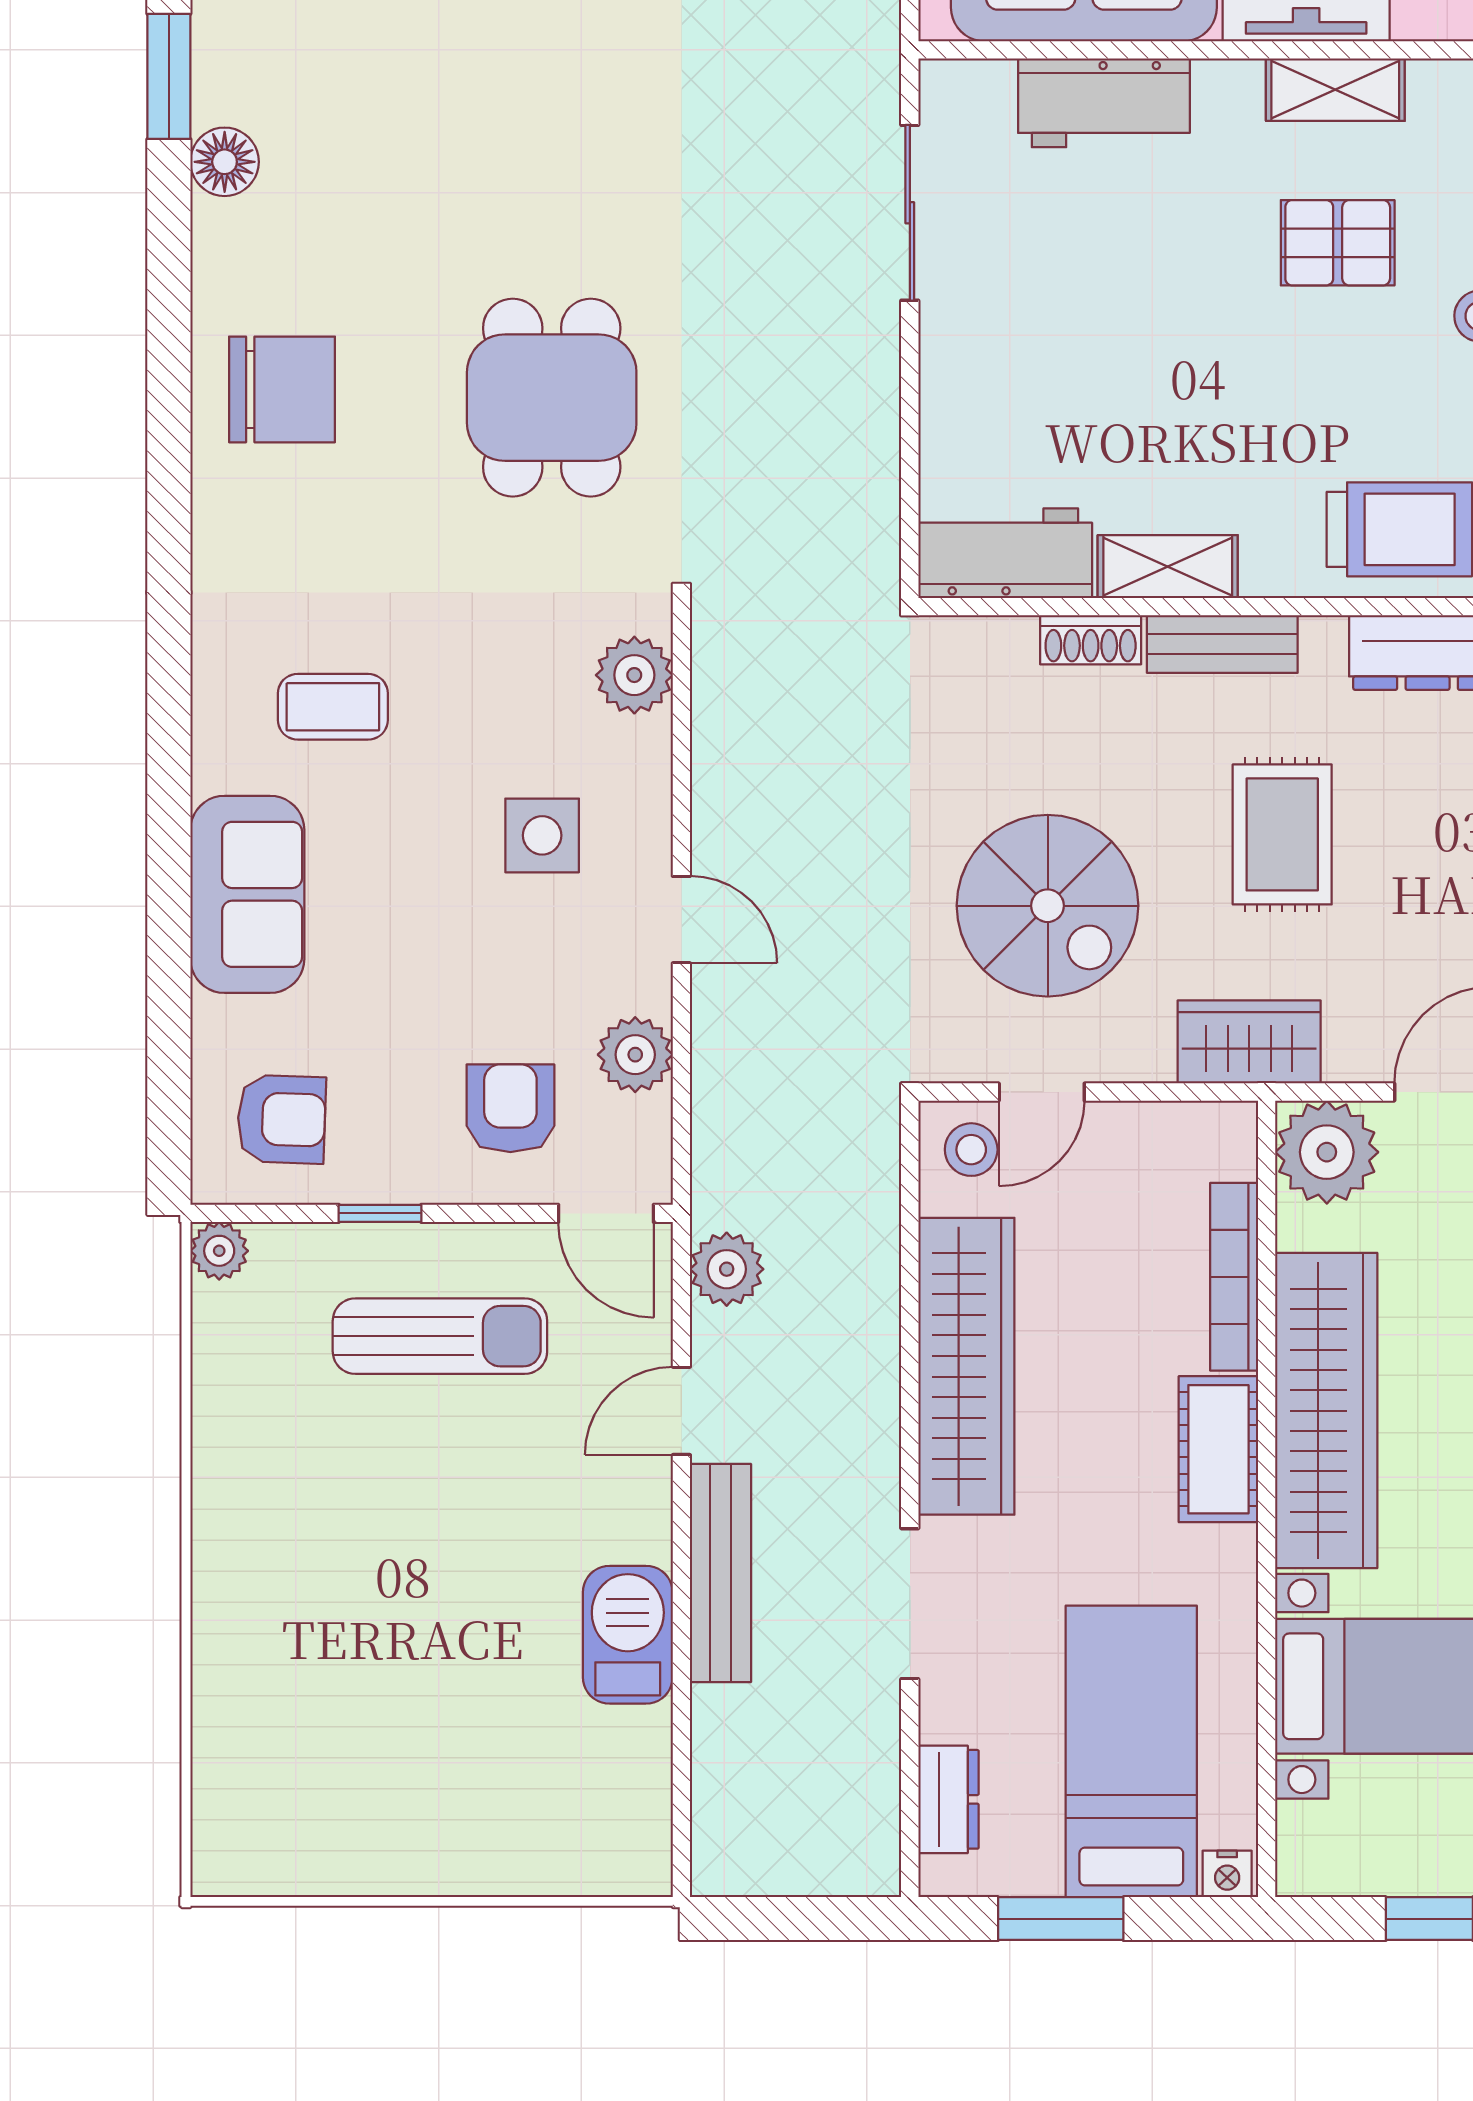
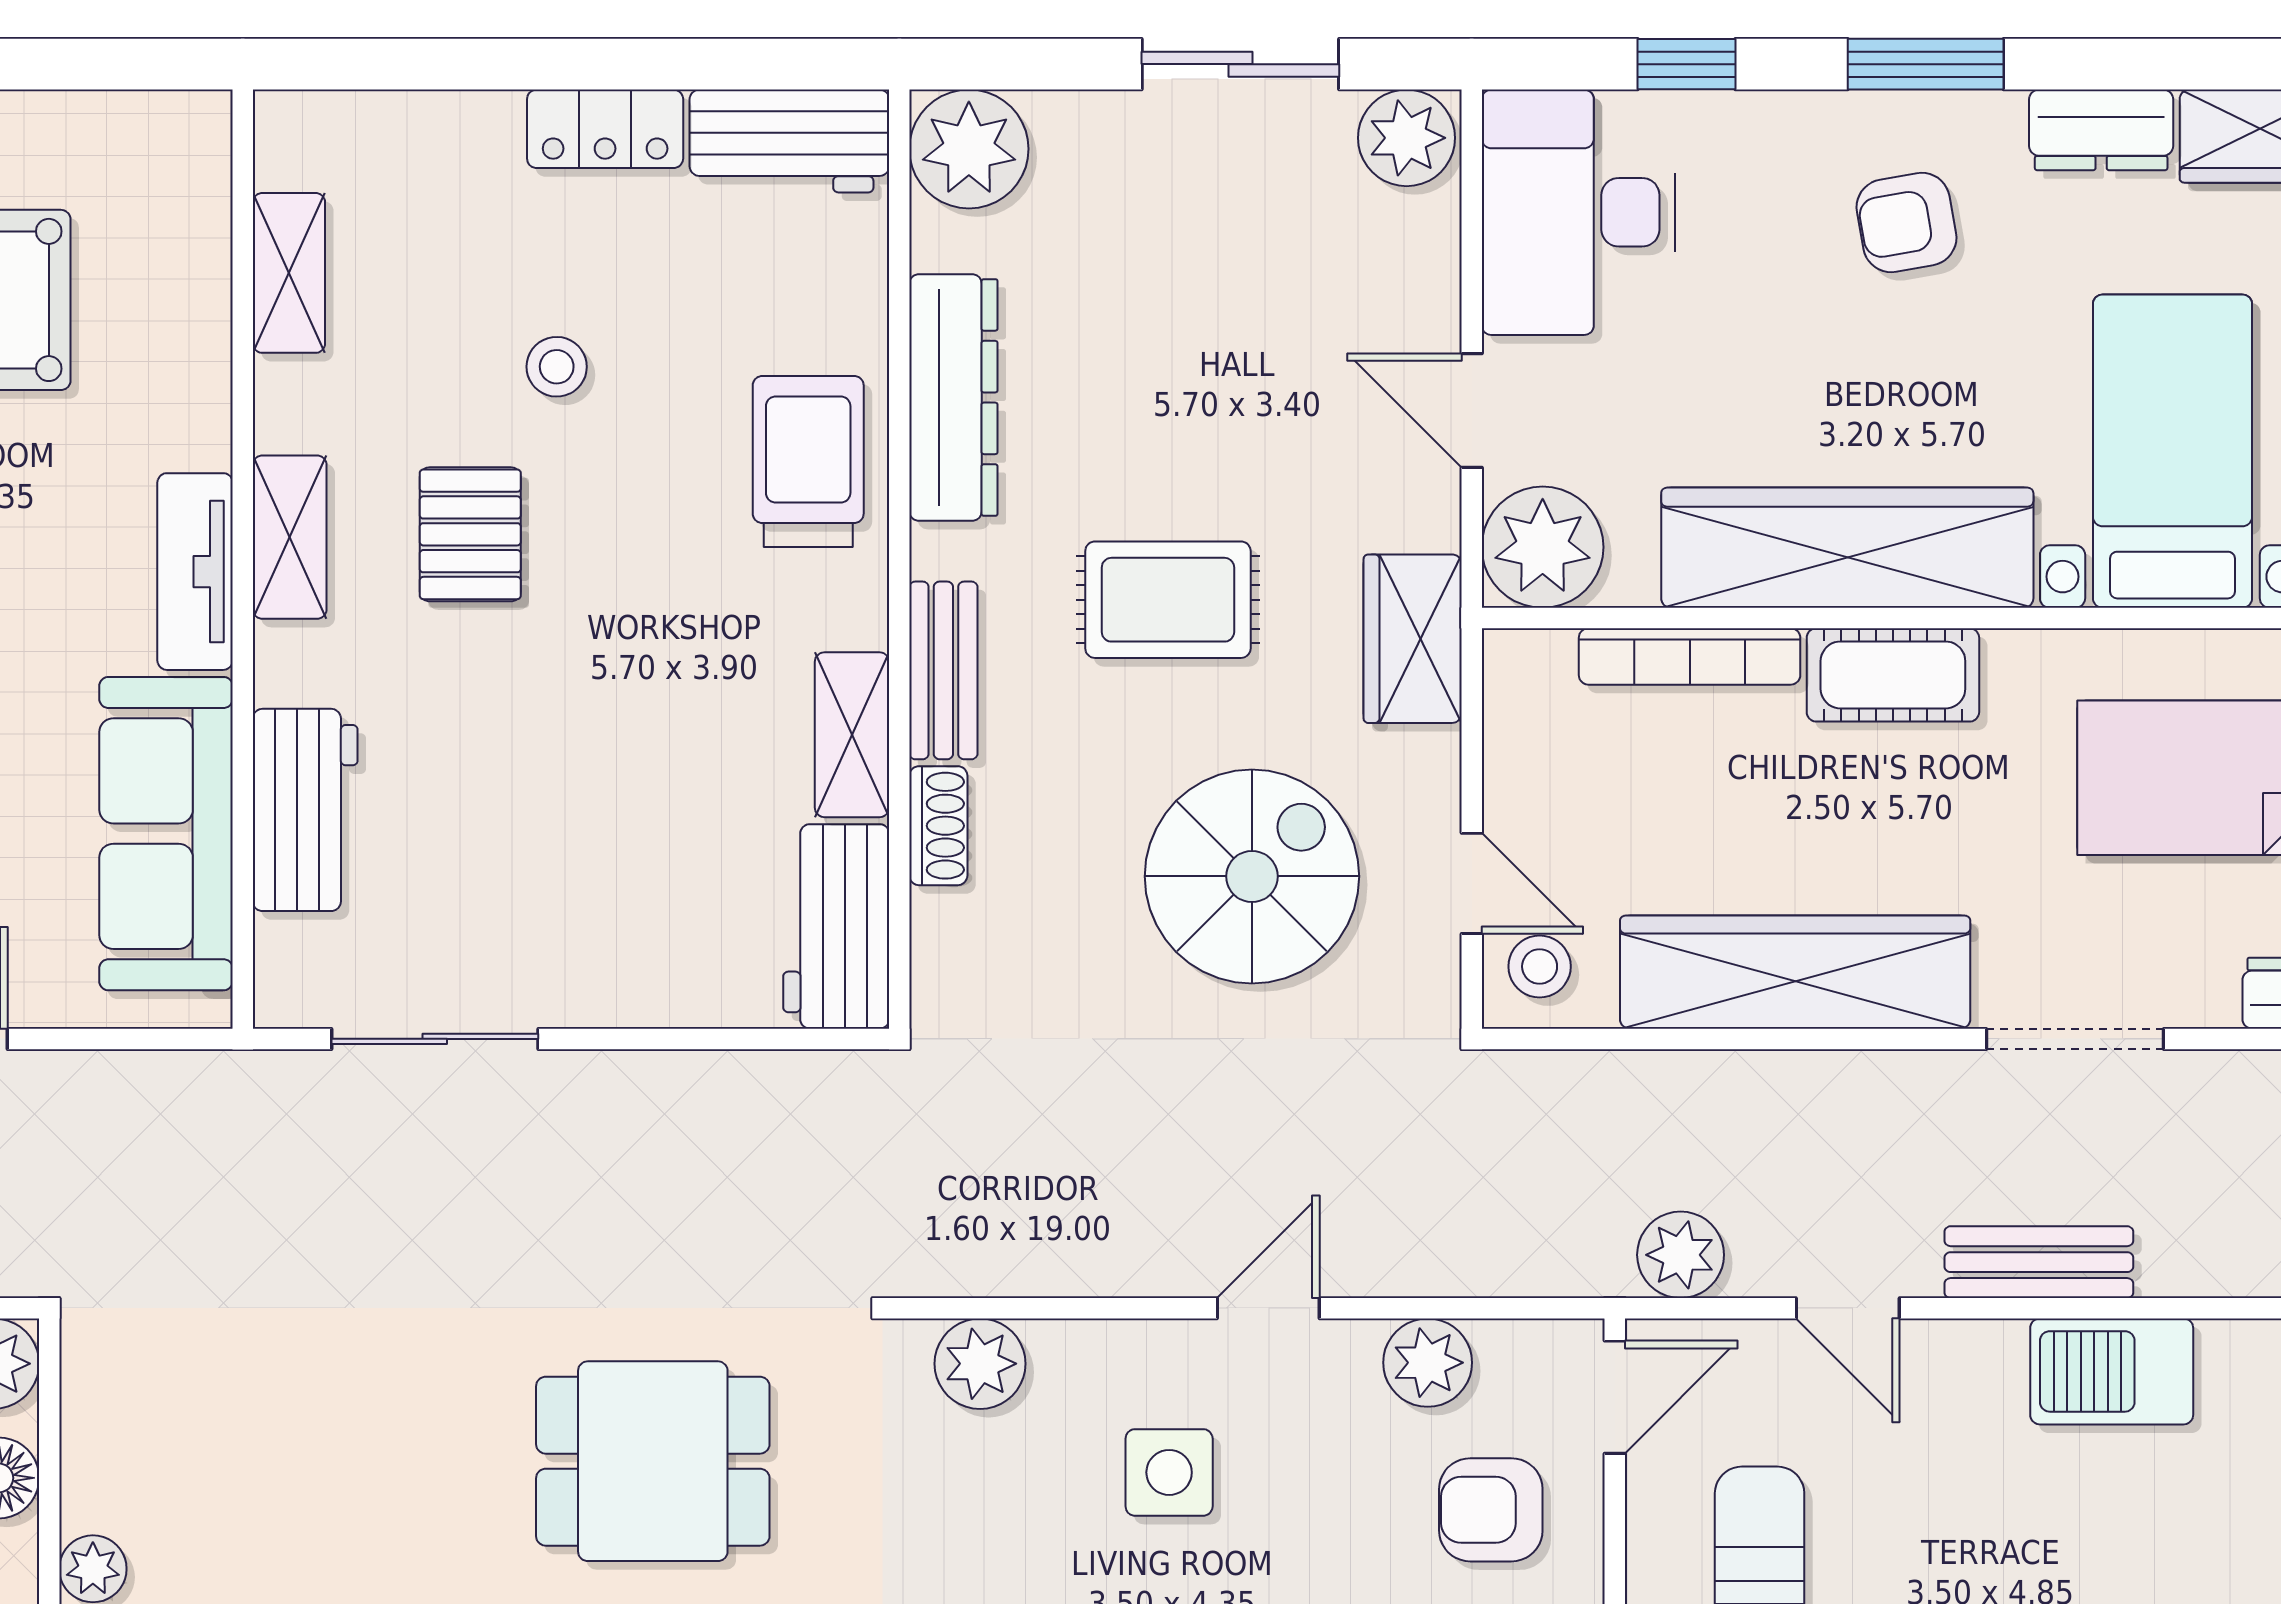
bench: (720, 1573) -> (2039, 1262), width x0.73

